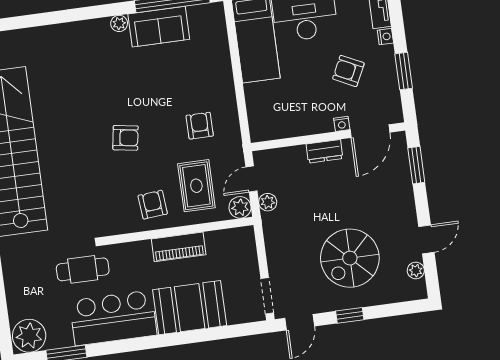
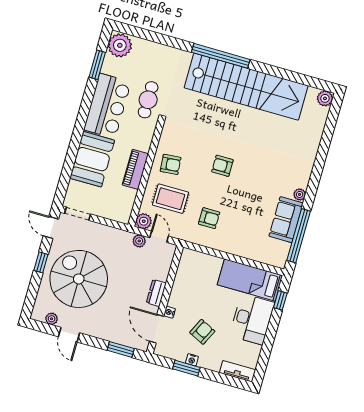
nightstand: (385, 37) -> (192, 360), moved
armchair: (126, 138) -> (222, 166), turned 81
spiral stairs: (350, 258) -> (79, 279), width x1.37, depth x1.37

